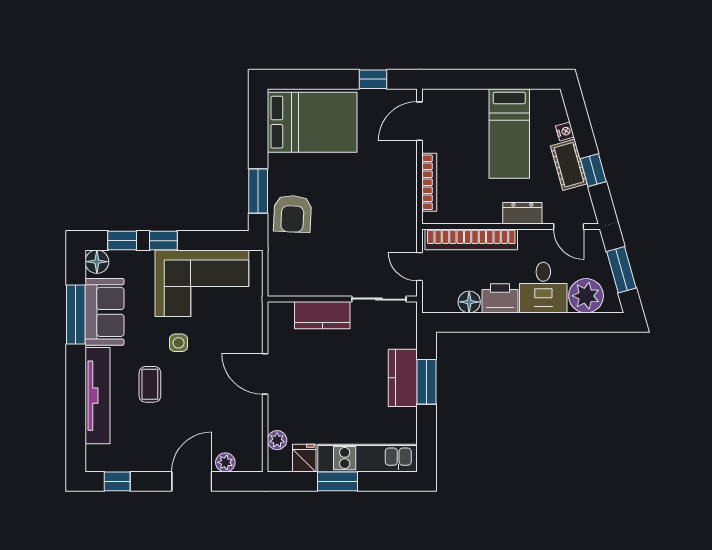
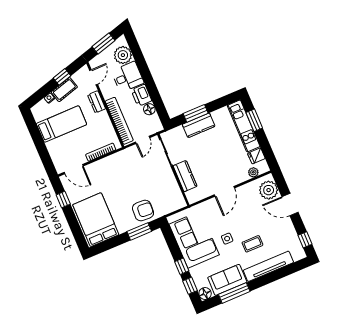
plant: (225, 462) -> (269, 190), width x1.88, depth x1.88
window: (337, 481) -> (254, 120), moved

